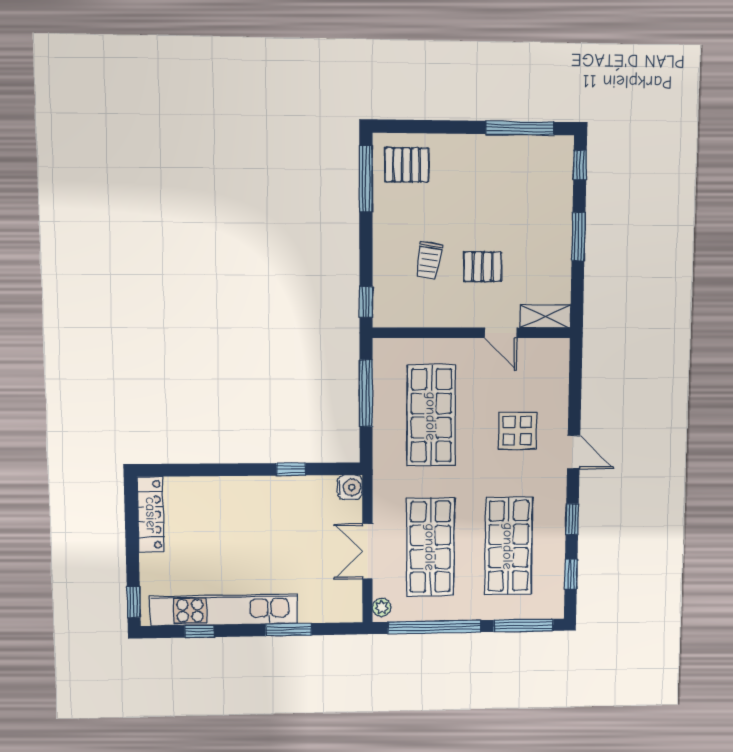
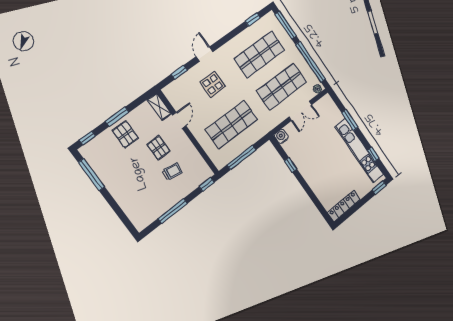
pallet: (407, 165) -> (125, 134), moved
window: (366, 179) -> (173, 211), moved
window: (572, 519) -> (179, 72), moved

